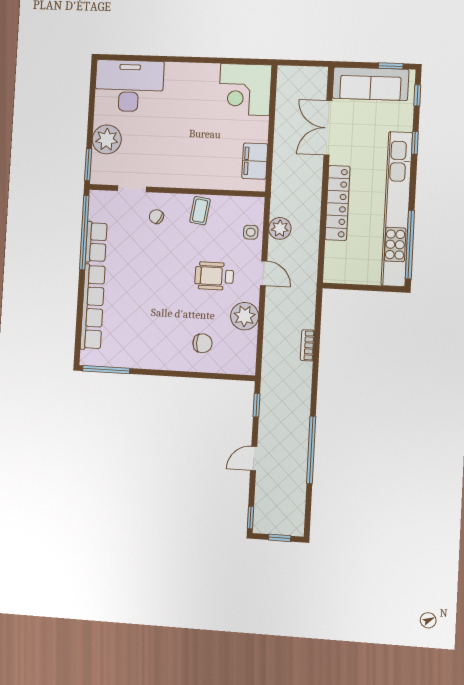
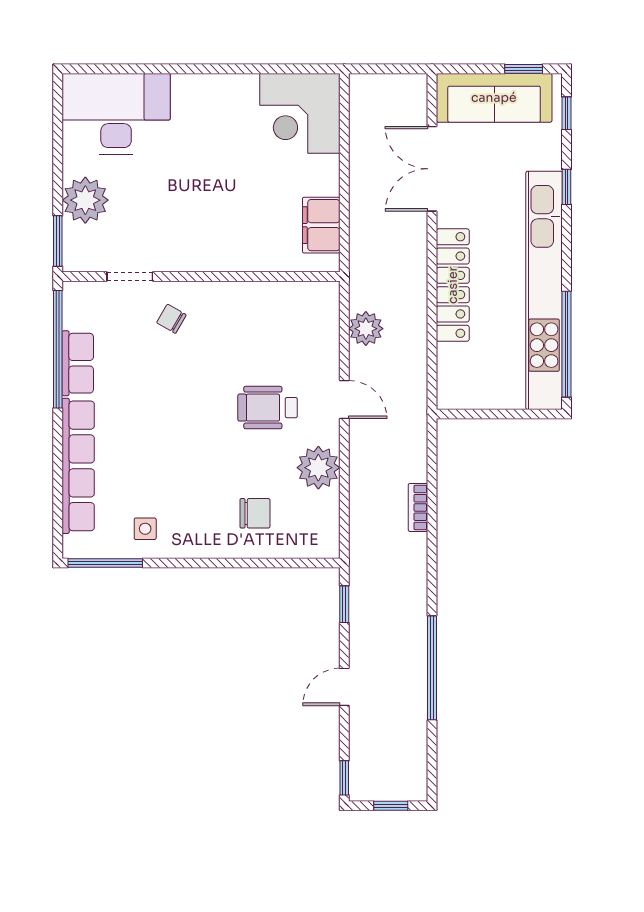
coffee table: (200, 211) -> (240, 306), removed
side table: (251, 232) -> (145, 529), moved

